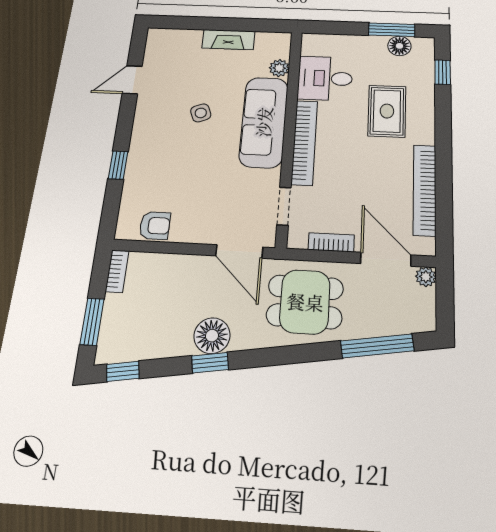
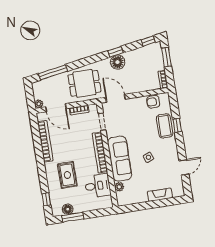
fireplace: (228, 40) -> (160, 195), moved
coffee table: (146, 169) -> (165, 126), added

